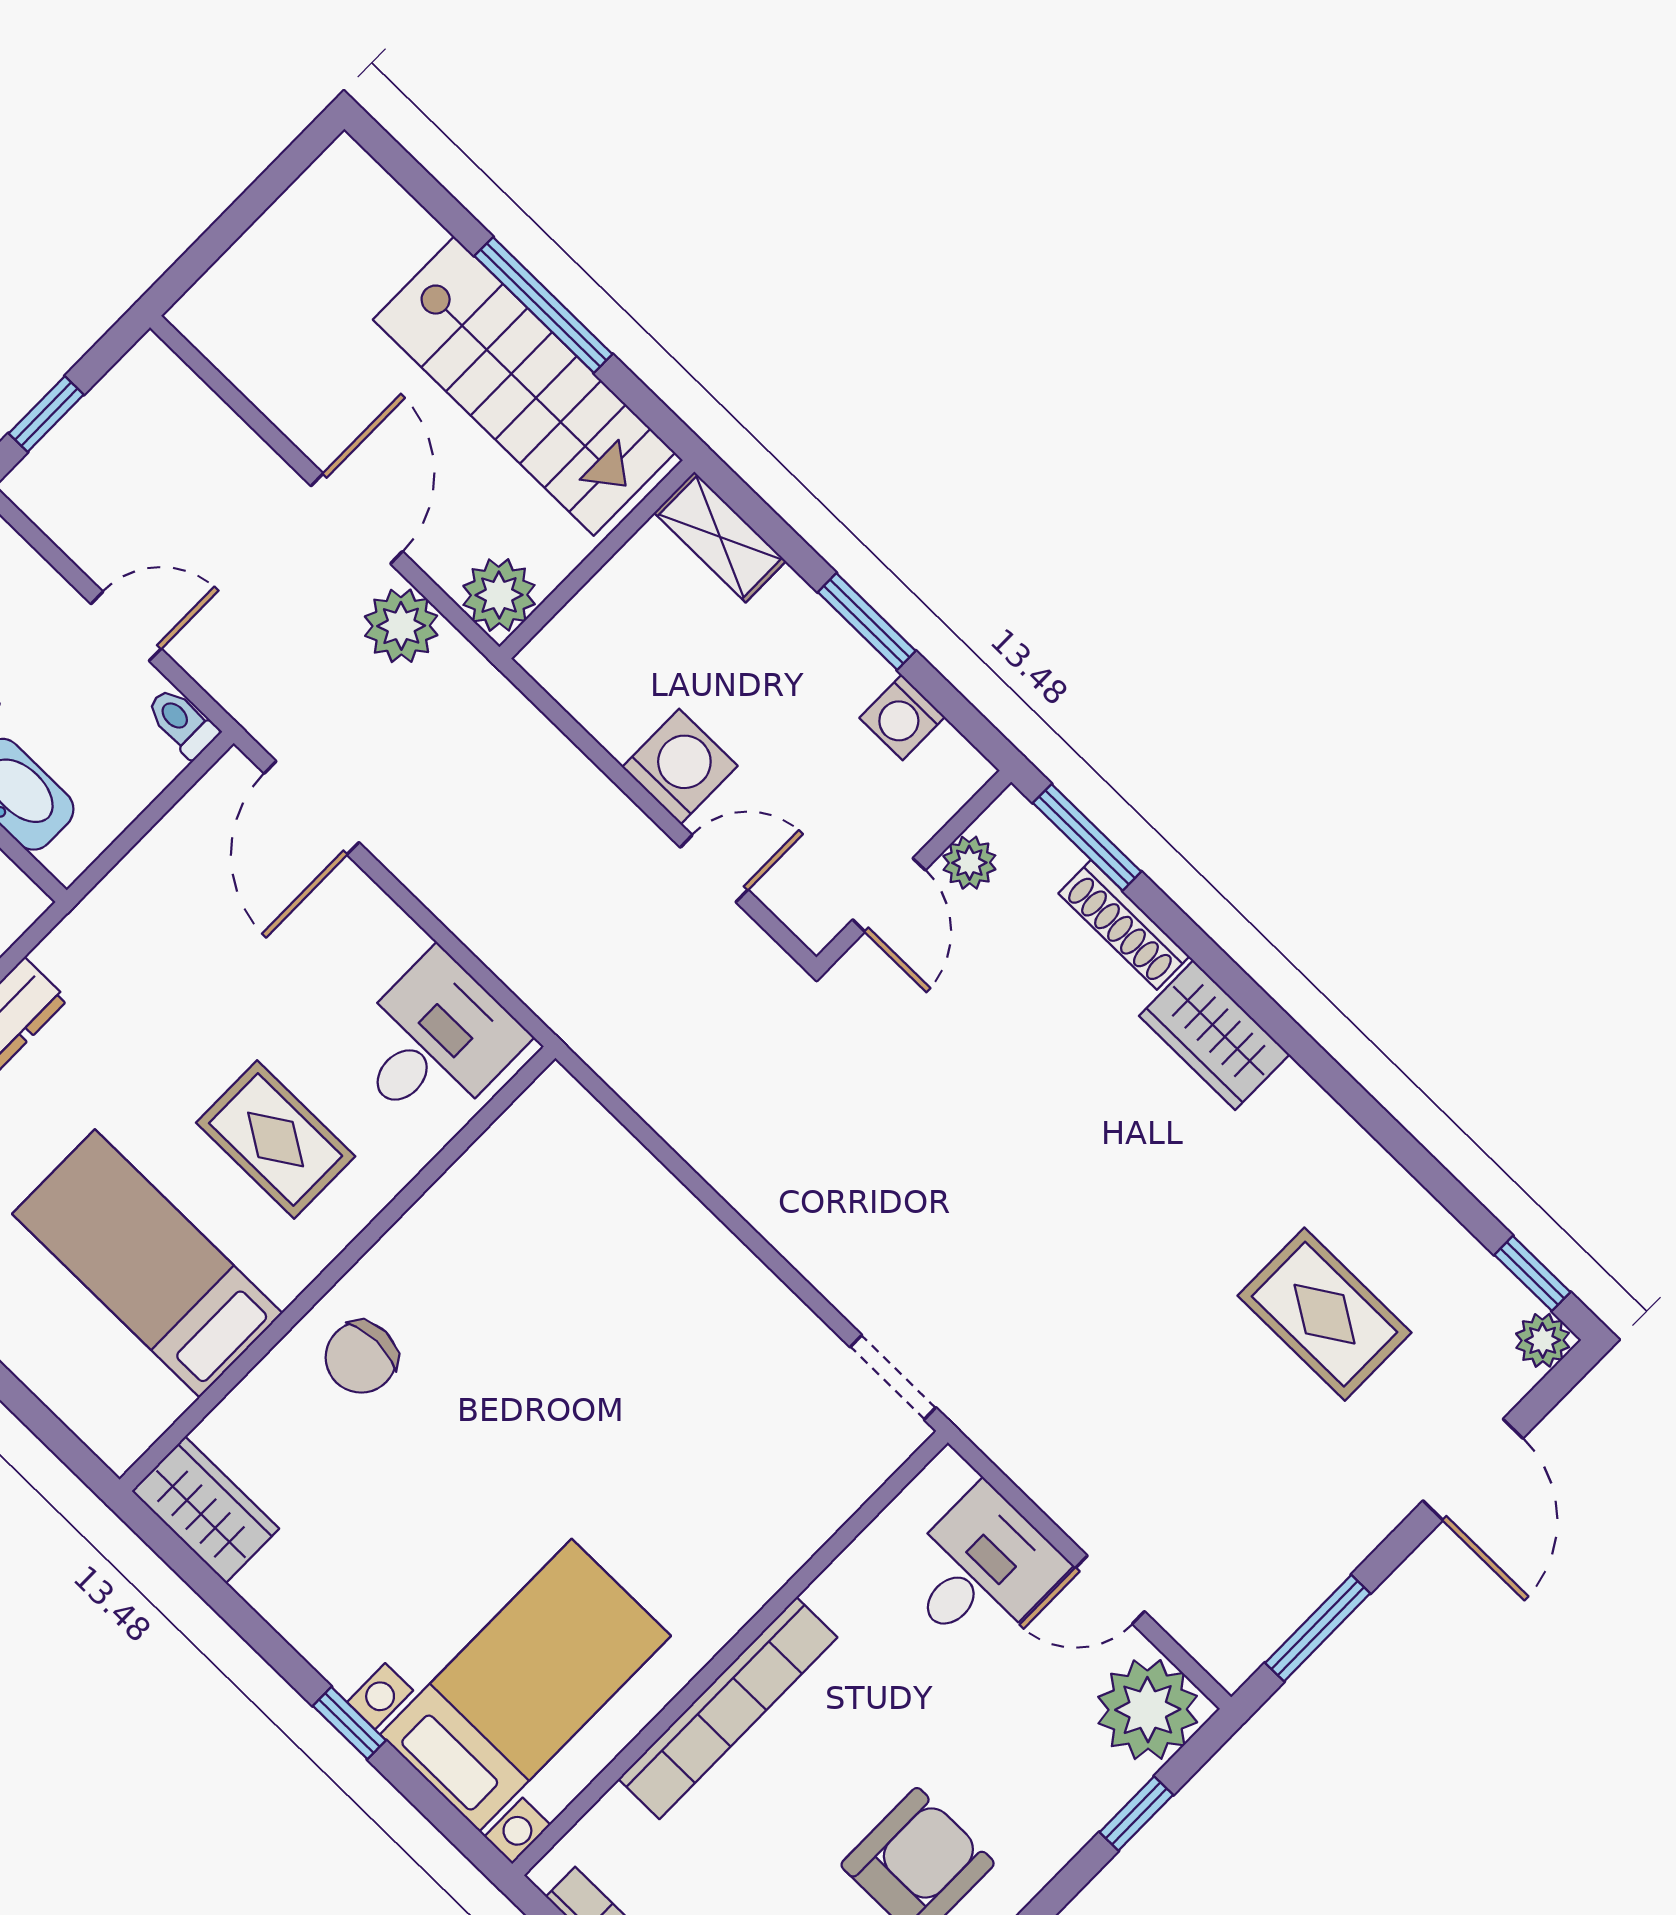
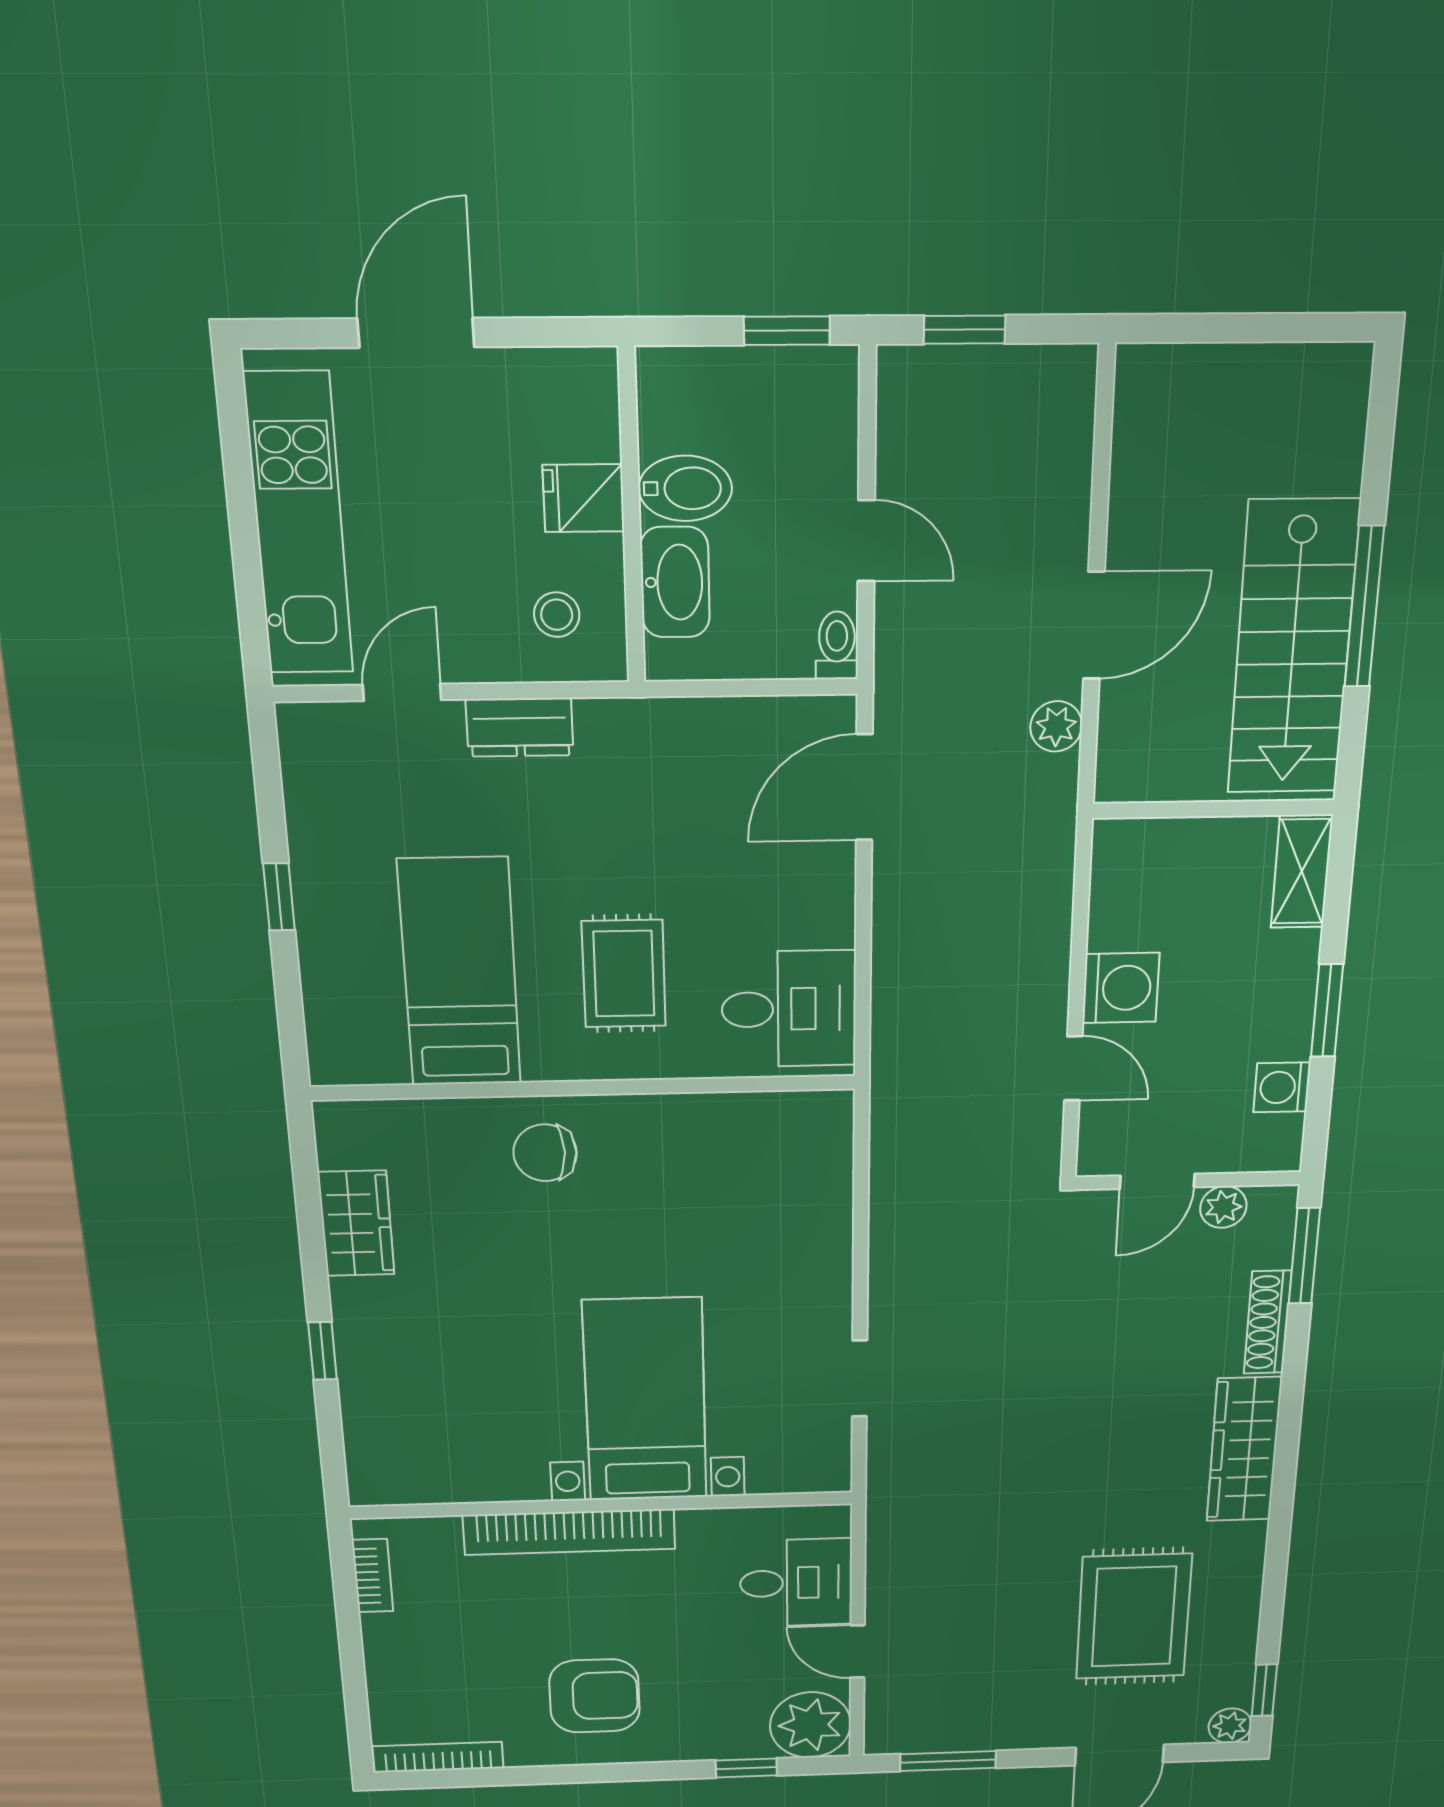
plant: (499, 595) -> (1129, 770), removed
plant: (401, 626) -> (1056, 726), width x0.73, depth x0.73
wardrobe: (1214, 1035) -> (1244, 1450), width x1.50
rug: (1325, 1314) -> (1134, 1617), width x1.36, depth x1.43
doorway: (893, 1377) -> (860, 1379), moved
wardrobe: (205, 1510) -> (356, 1223), moved
bed with nightstands: (525, 1685) -> (645, 1400), moved, turned -90

